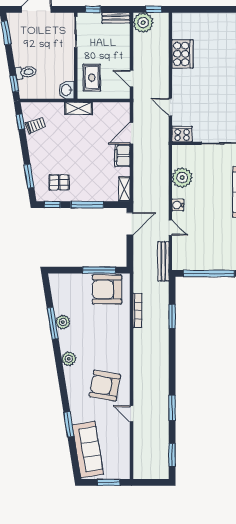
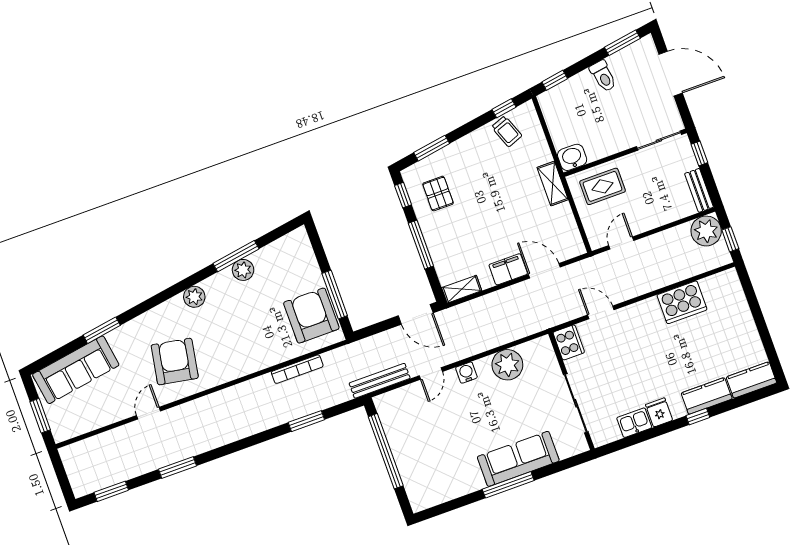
toilet: (26, 72) -> (603, 76), moved
door: (170, 107) -> (601, 312), hinge flipped

